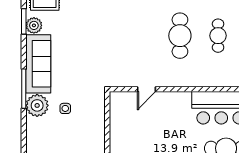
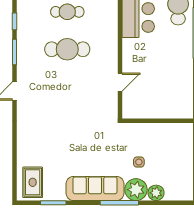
plant: (34, 25) -> (156, 193), moved
door: (147, 89) -> (120, 82), hinge flipped

